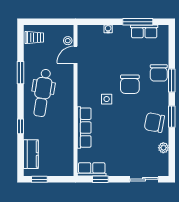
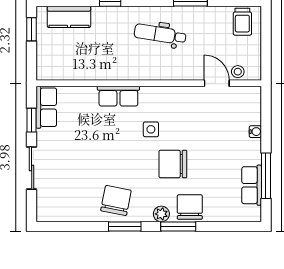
chair: (159, 73) -> (190, 207), turned 90
dental chair: (43, 93) -> (160, 34), width x0.73, depth x0.72
row of seats: (84, 128) -> (118, 96), width x0.68
plant: (163, 148) -> (161, 214), moved
sliding door: (144, 179) -> (32, 168), moved

